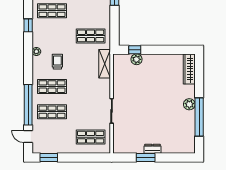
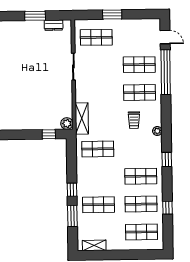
plant: (137, 59) -> (67, 124), moved
dresser: (152, 149) -> (54, 25), moved
window: (49, 158) -> (112, 15), moved

